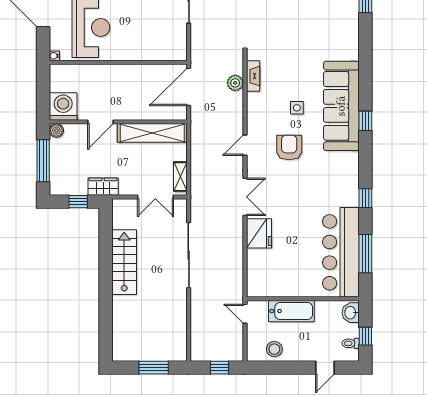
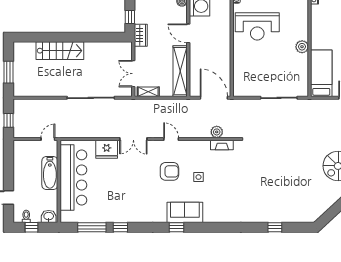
sofa: (341, 106) -> (185, 212), width x0.54, depth x0.79
window: (365, 121) -> (176, 227), moved
window: (365, 198) -> (120, 227), moved
bar counter: (341, 252) -> (73, 178), moved, turned 90
stairs: (124, 262) -> (60, 51), moved
stool: (274, 349) -> (22, 161), removed

